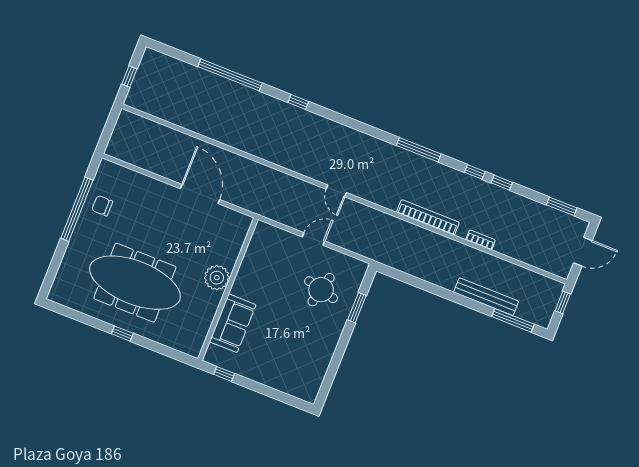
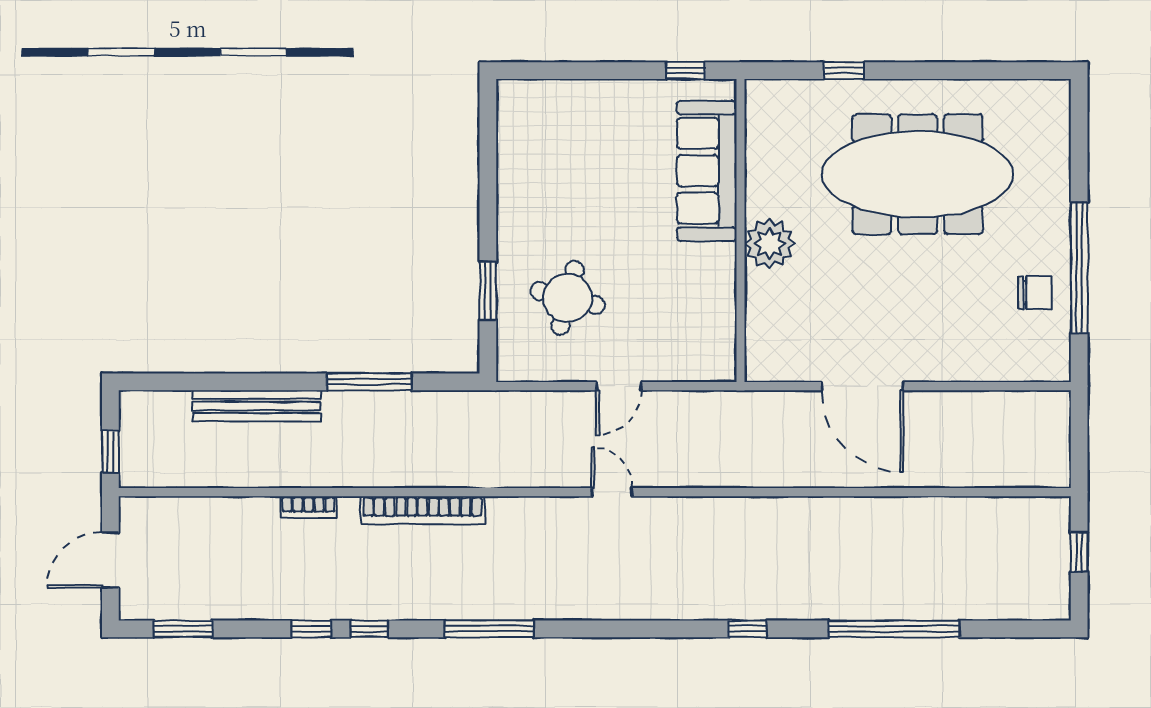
window: (513, 320) -> (369, 382), moved
sofa: (233, 323) -> (707, 171), width x1.36
window: (122, 334) -> (844, 71), moved

